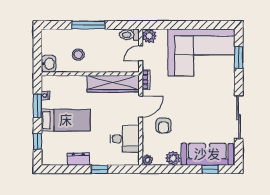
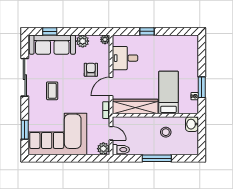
door: (141, 53) -> (111, 133), hinge flipped
coffee table: (208, 102) -> (52, 91), added
bed: (66, 120) -> (169, 92), moved, turned 90
window: (37, 141) -> (202, 56), removed
dresser: (78, 159) -> (166, 40), removed

